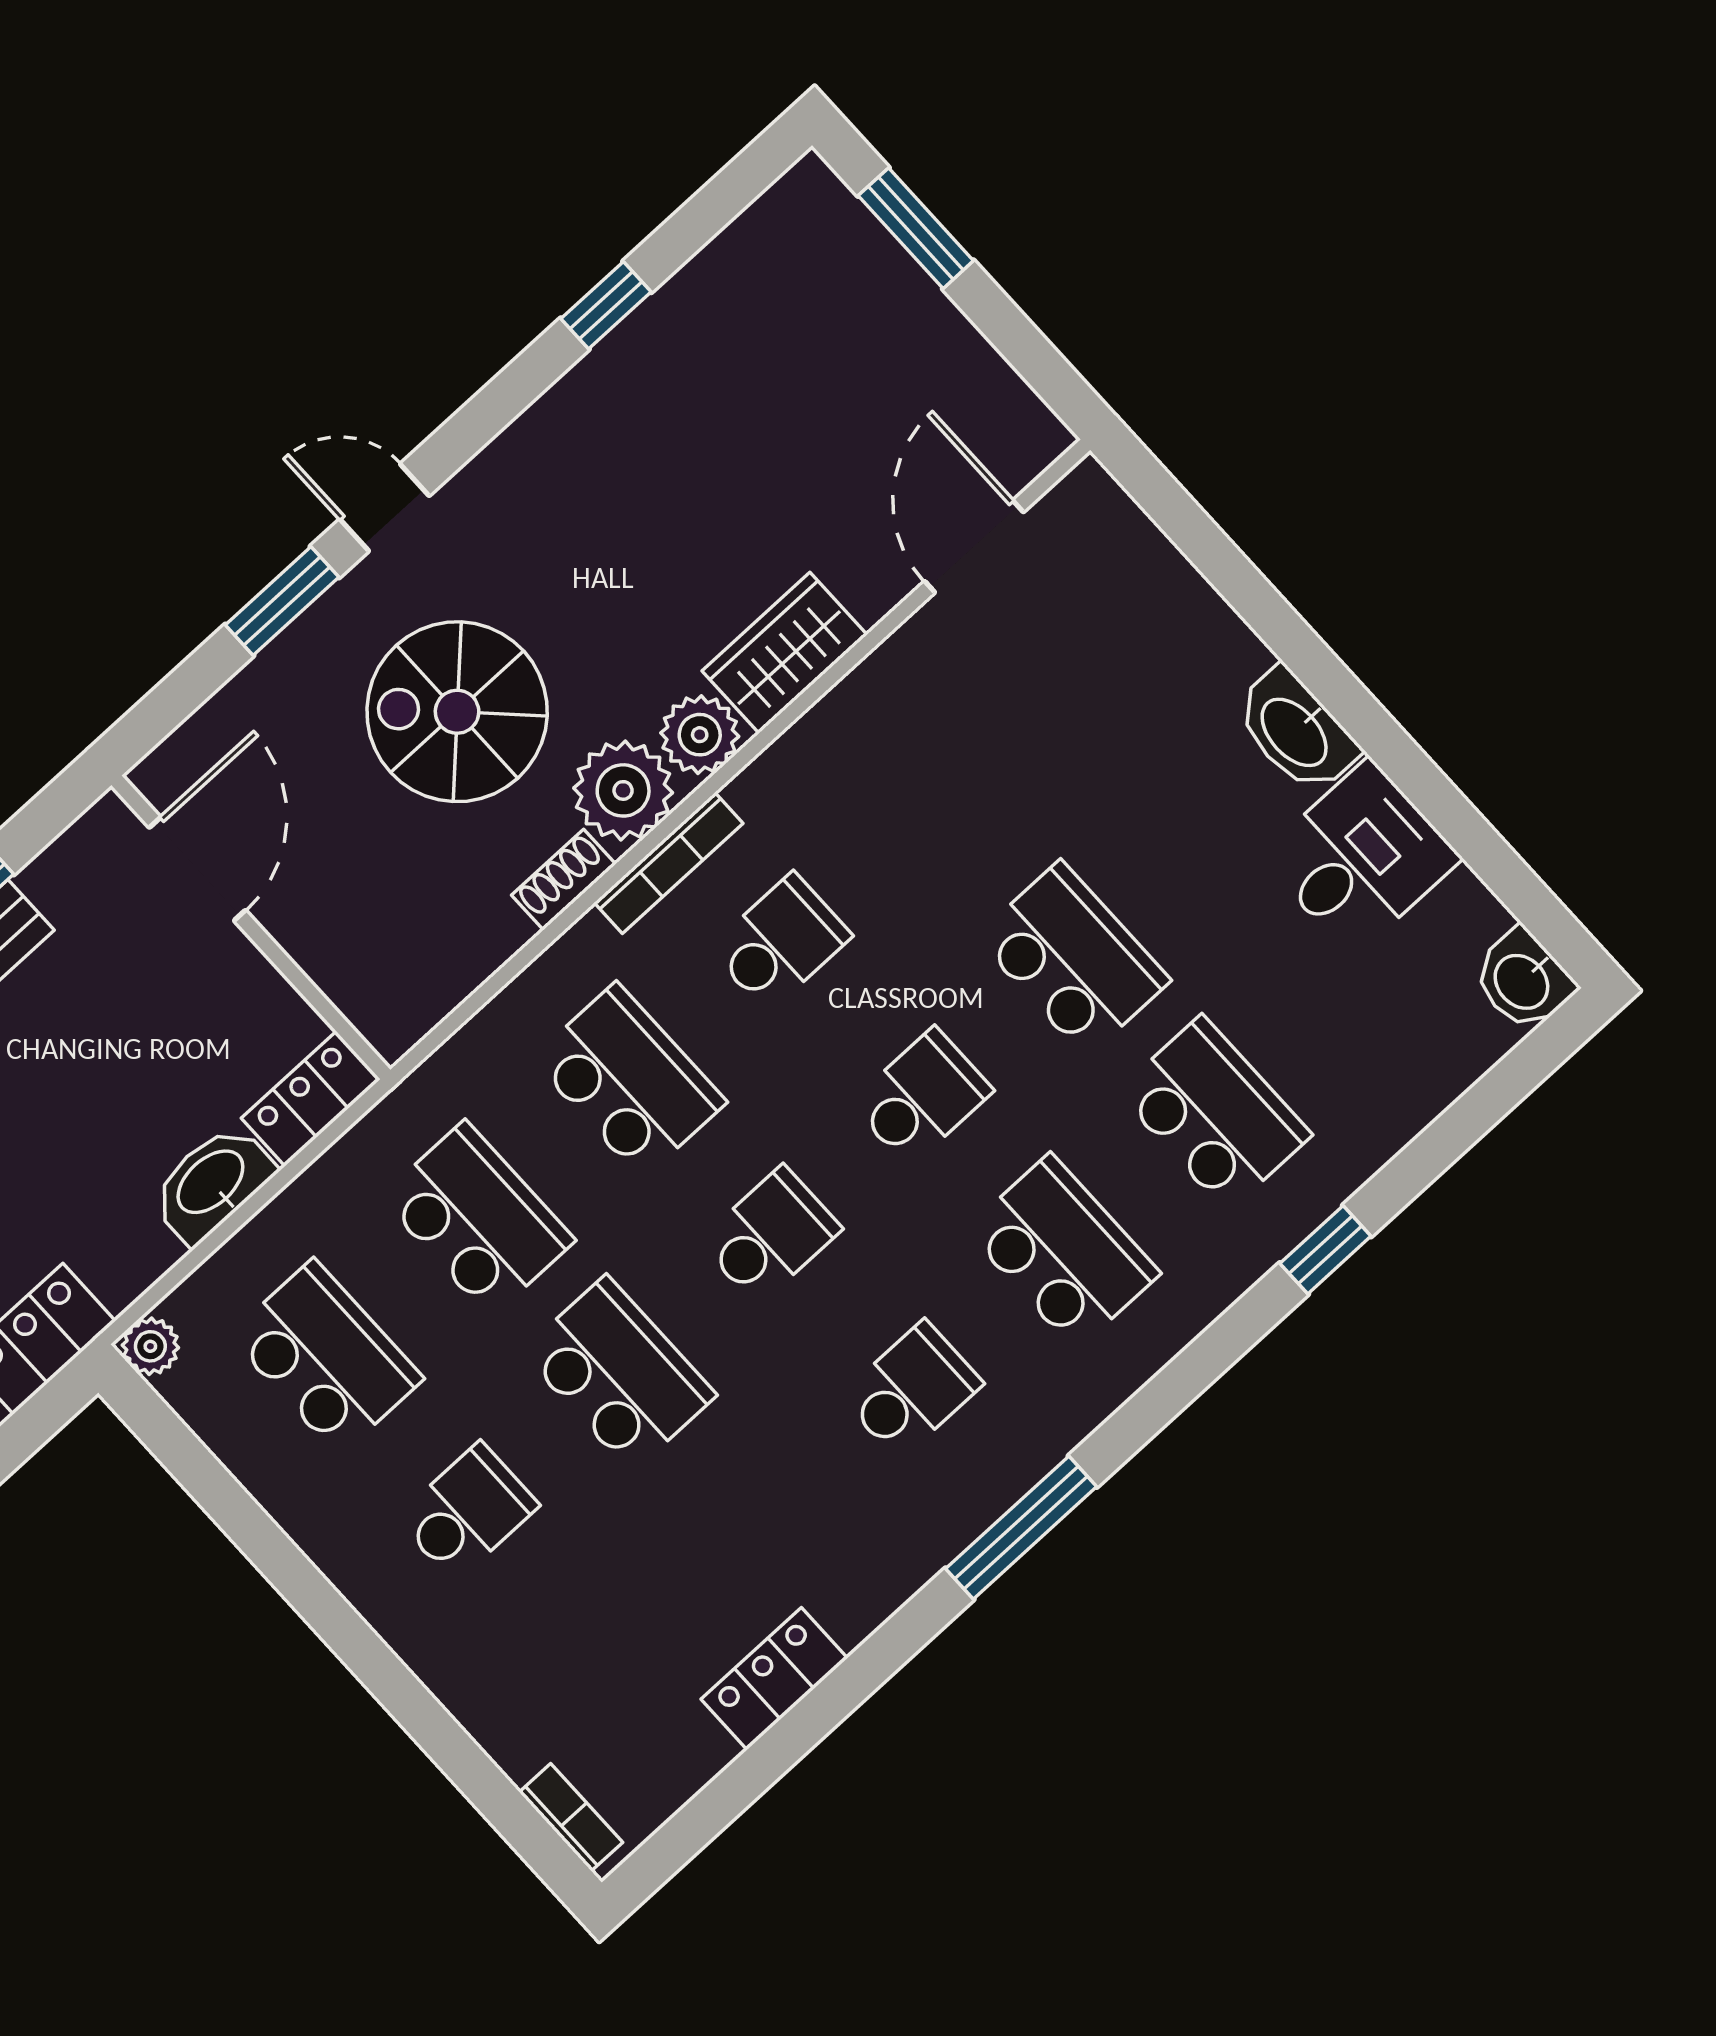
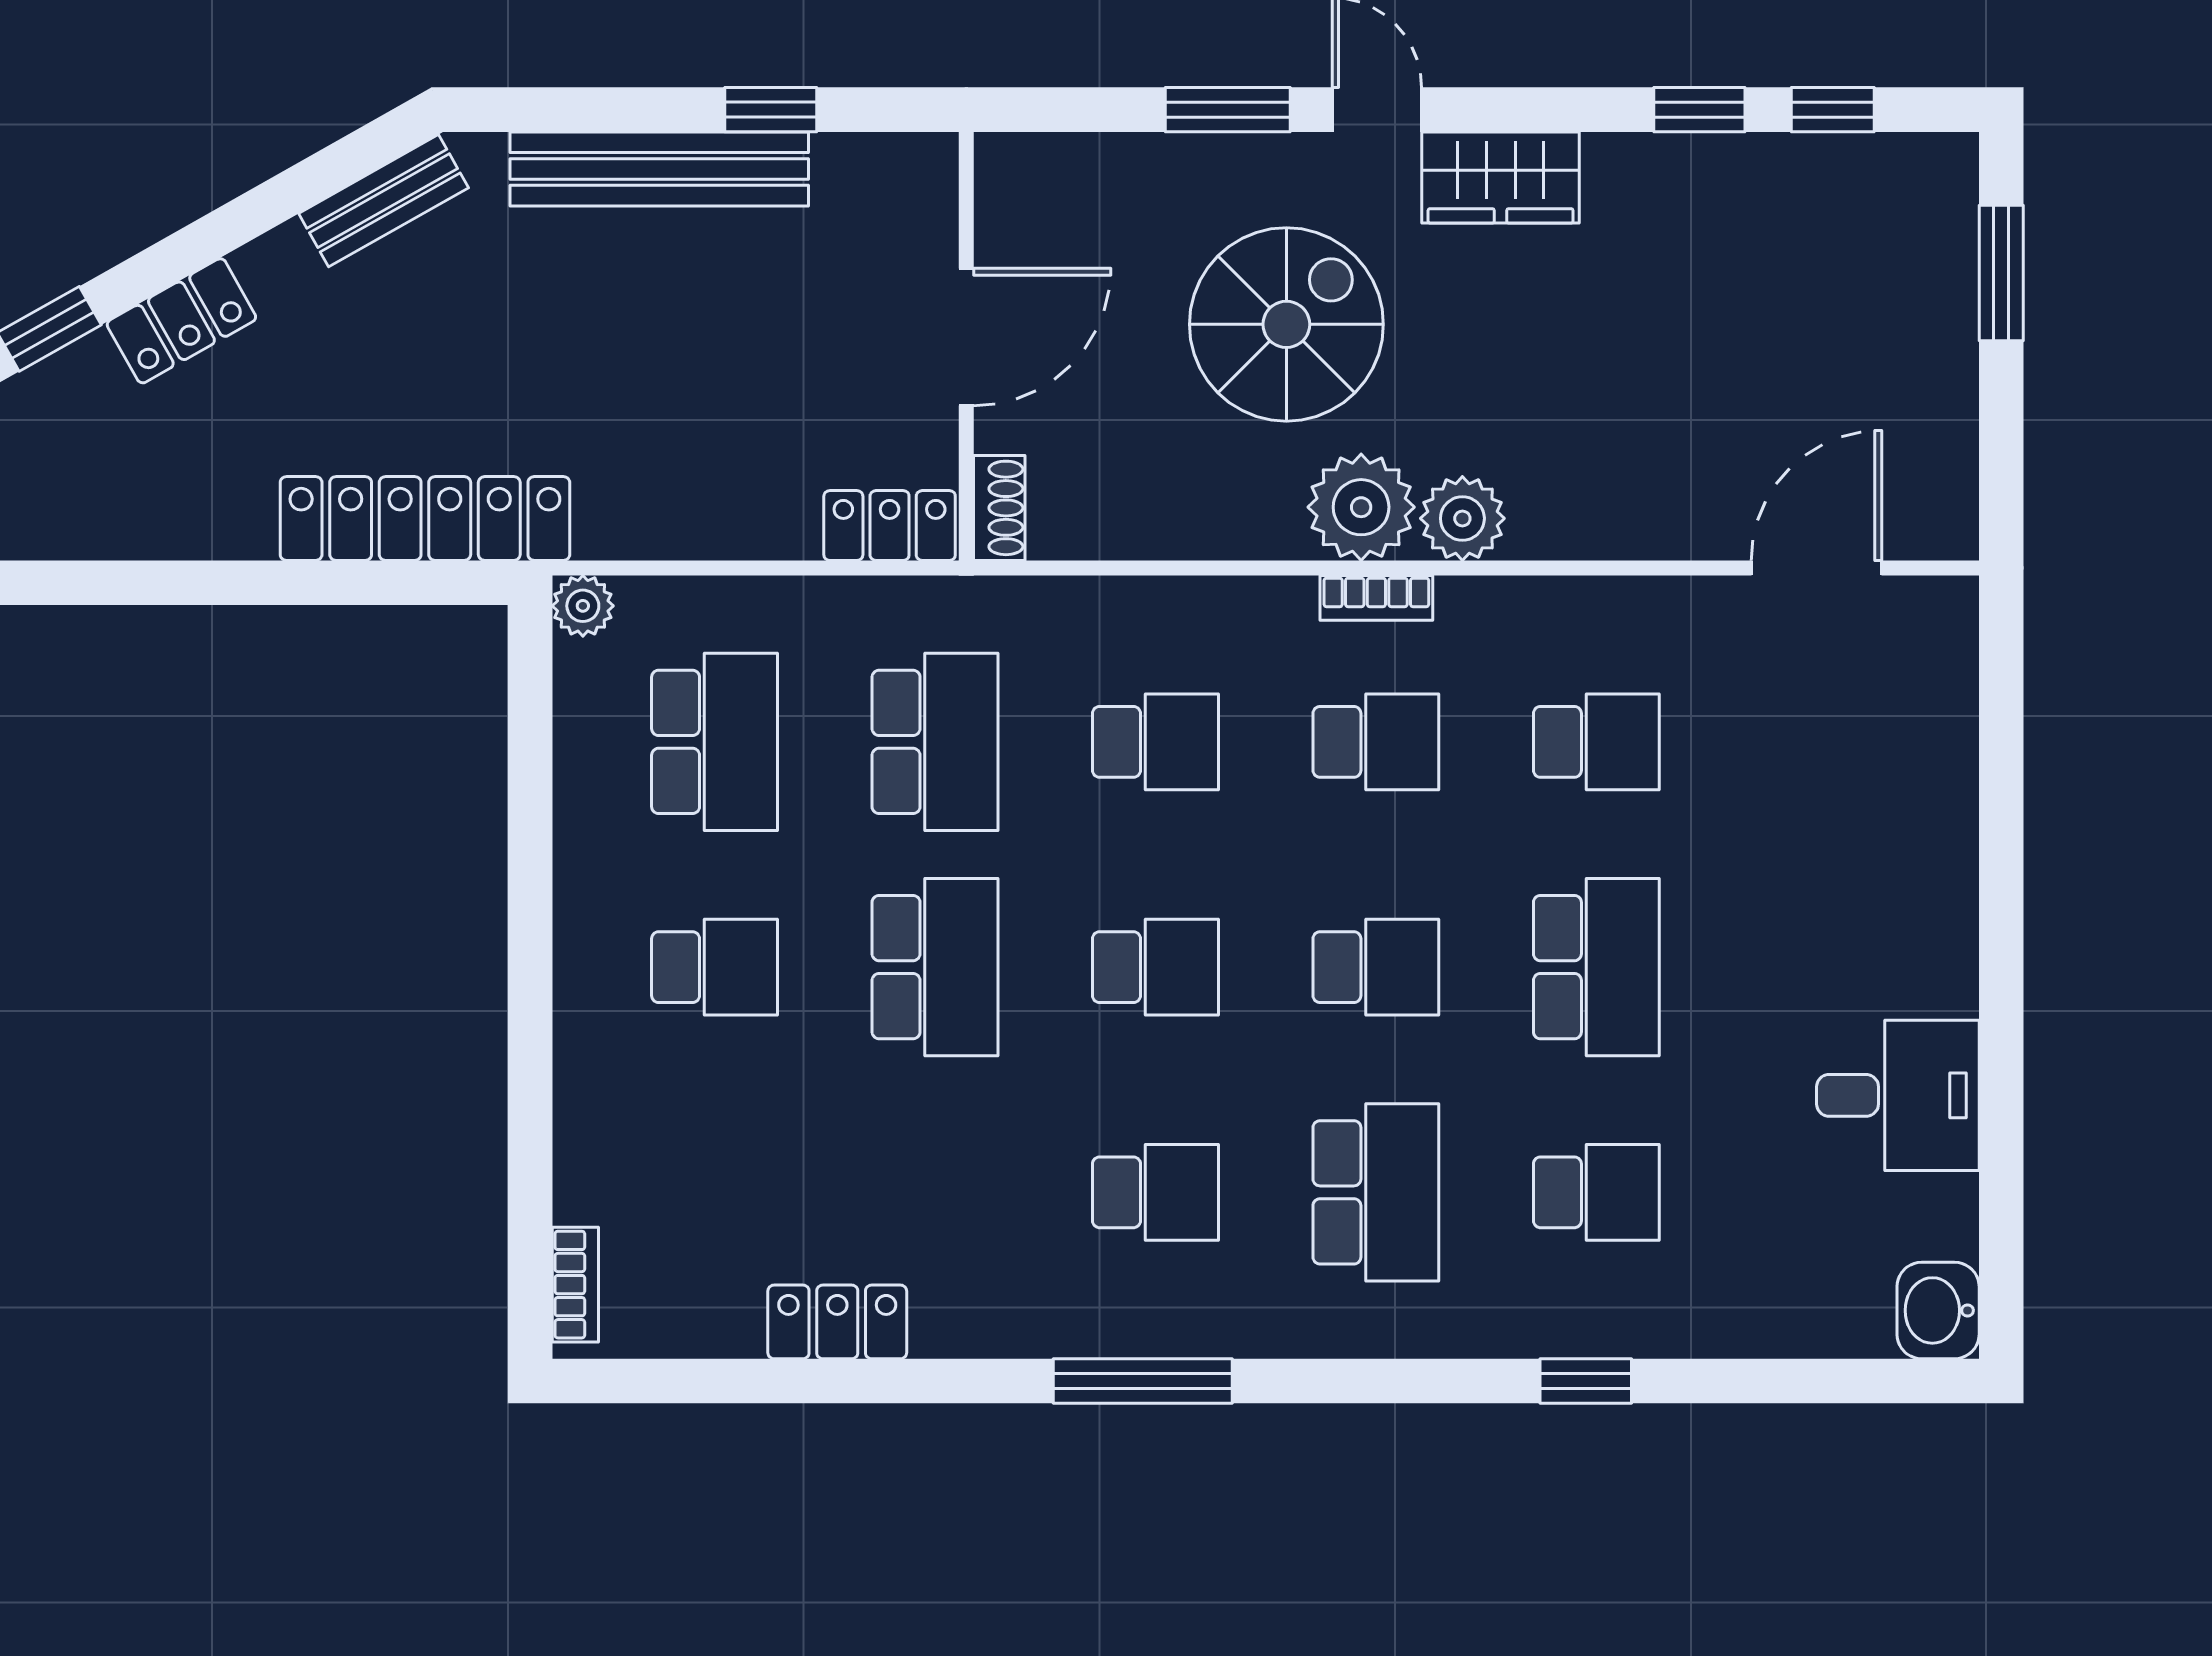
window: (698, 222) -> (1833, 110), added
wardrobe: (784, 653) -> (1501, 177), moved, turned 180
spiral stairs: (457, 712) -> (1286, 324), turned 90
washbasin: (1296, 731) -> (1938, 948), removed
school desk: (932, 804) -> (1596, 742), added
bookcase: (669, 863) -> (1376, 598), width x0.64
door: (197, 869) -> (966, 337), moved
shoe rack: (564, 880) -> (999, 508), moved, turned 90
school desk: (629, 1081) -> (1155, 742), width x0.54
school desk: (1214, 1113) -> (1596, 1192), width x0.54
washbasin: (212, 1183) -> (750, 521), removed

